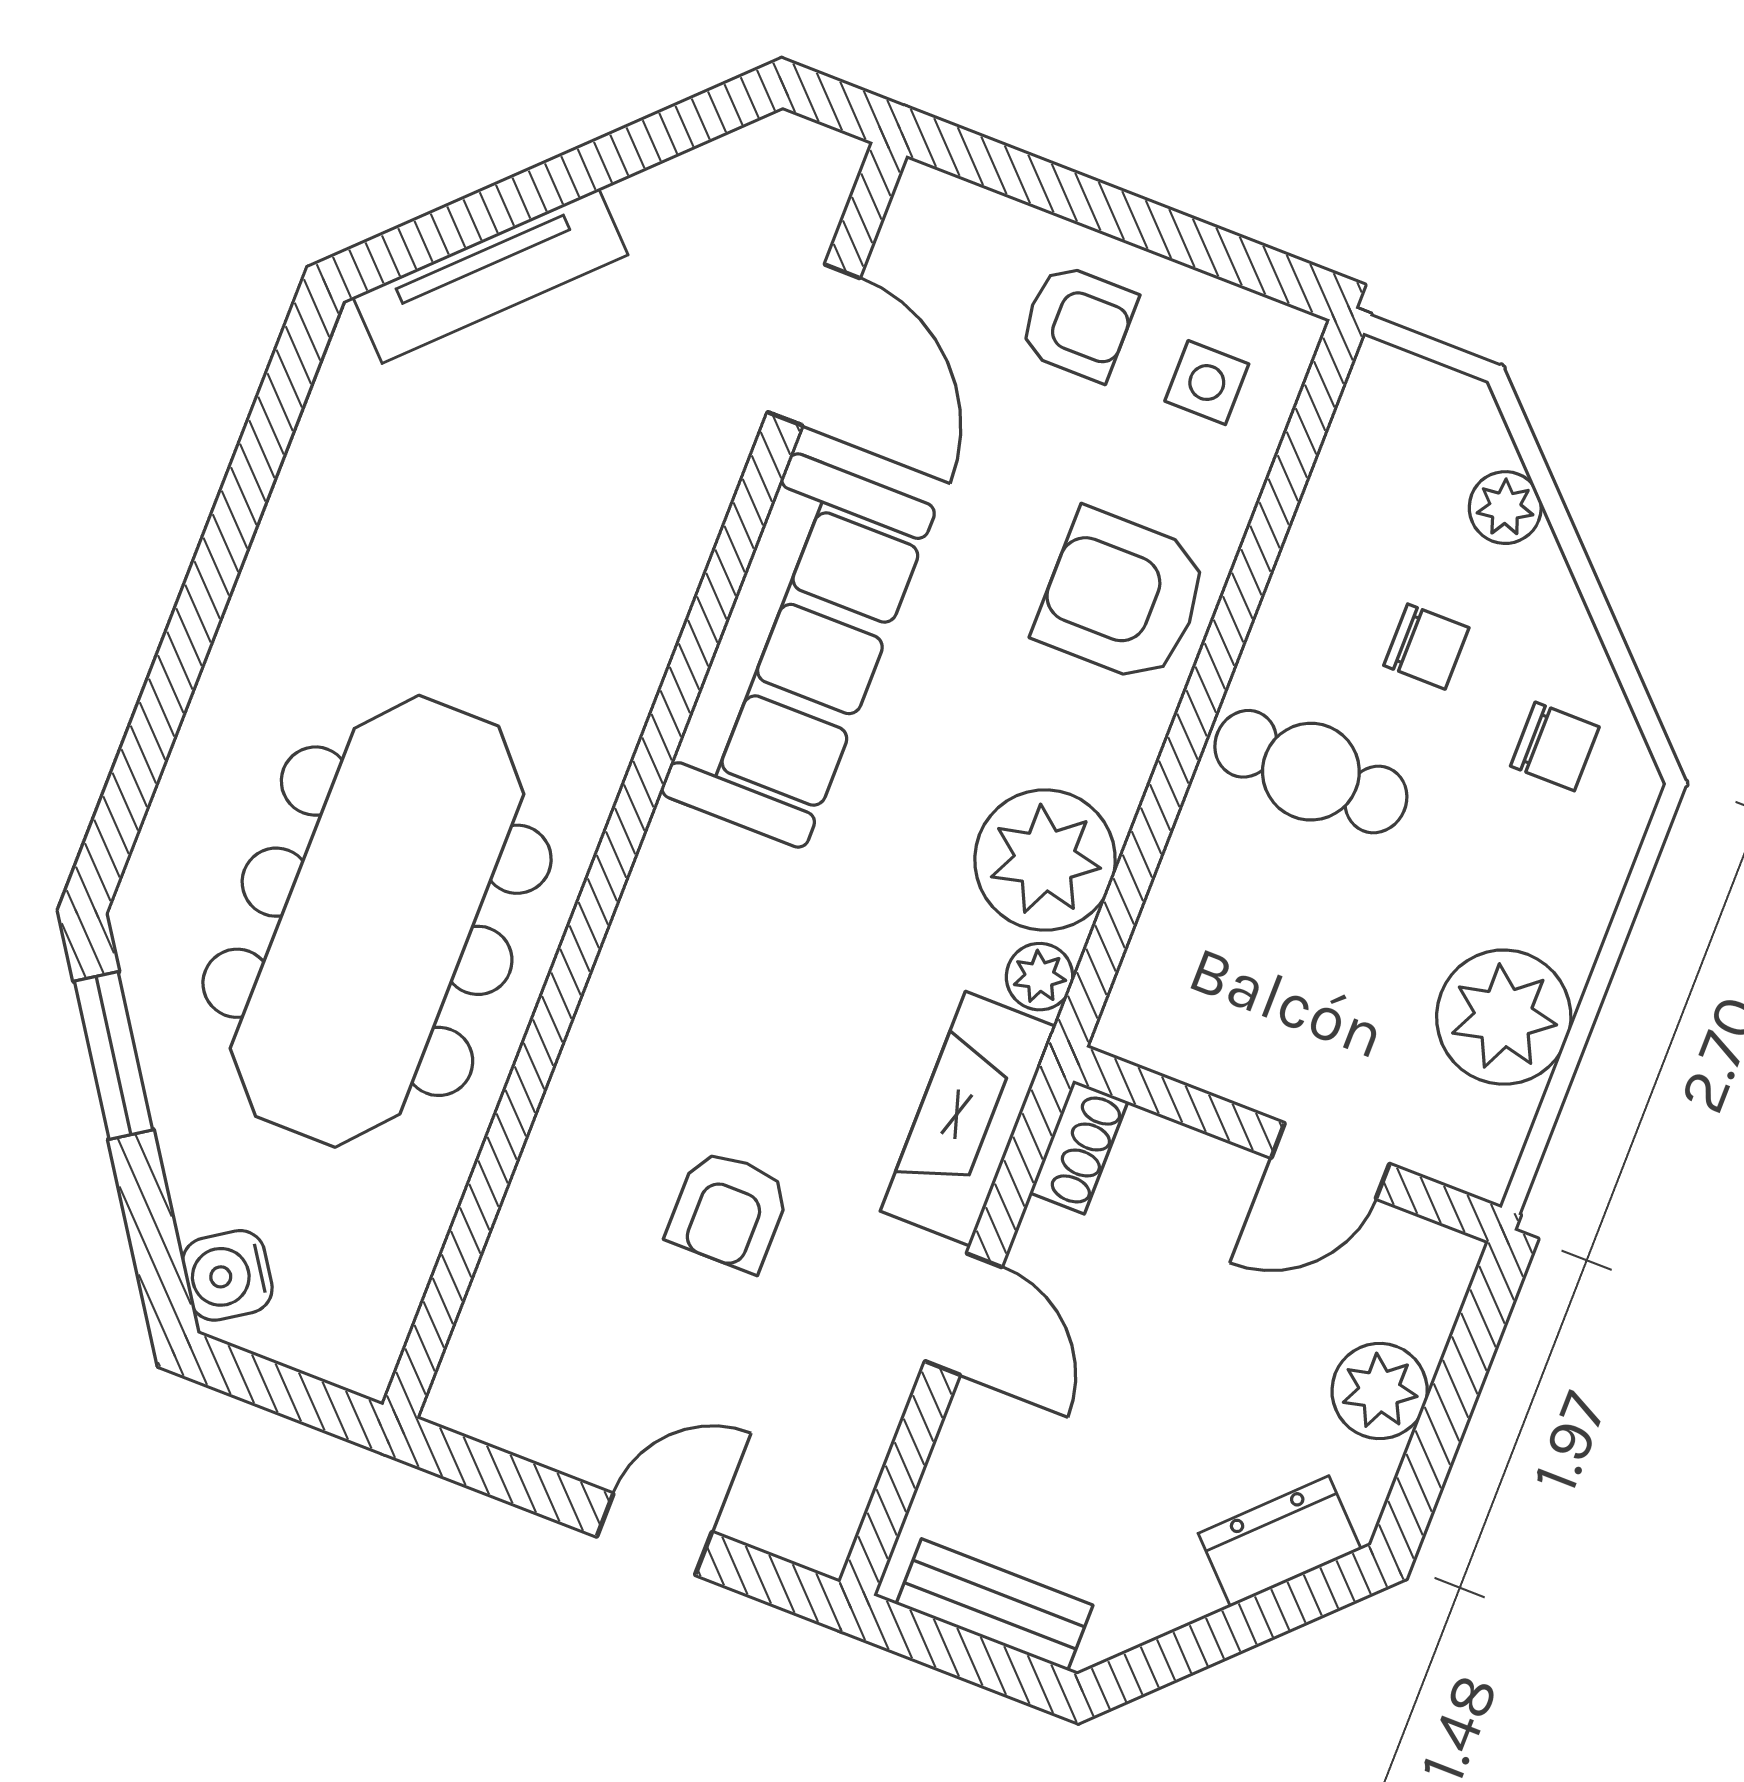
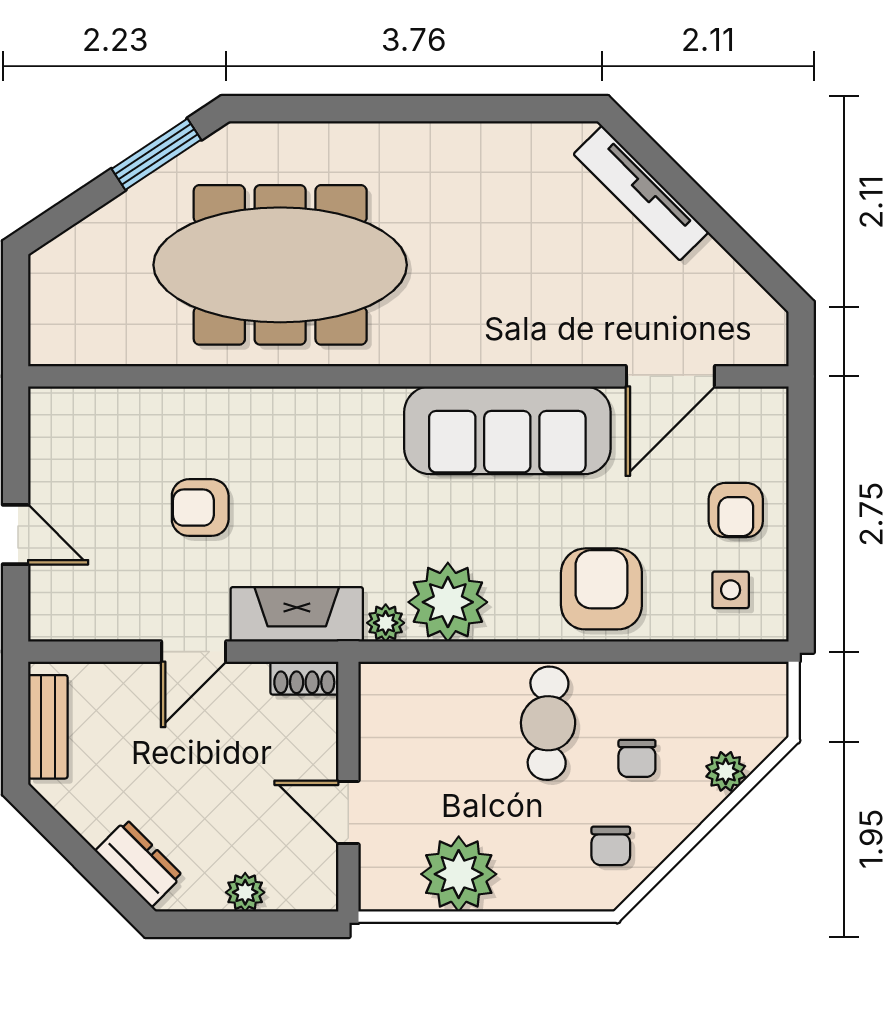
water cooler: (227, 1275) -> (64, 258), removed
plant: (1380, 1391) -> (245, 892), width x0.73, depth x0.73

